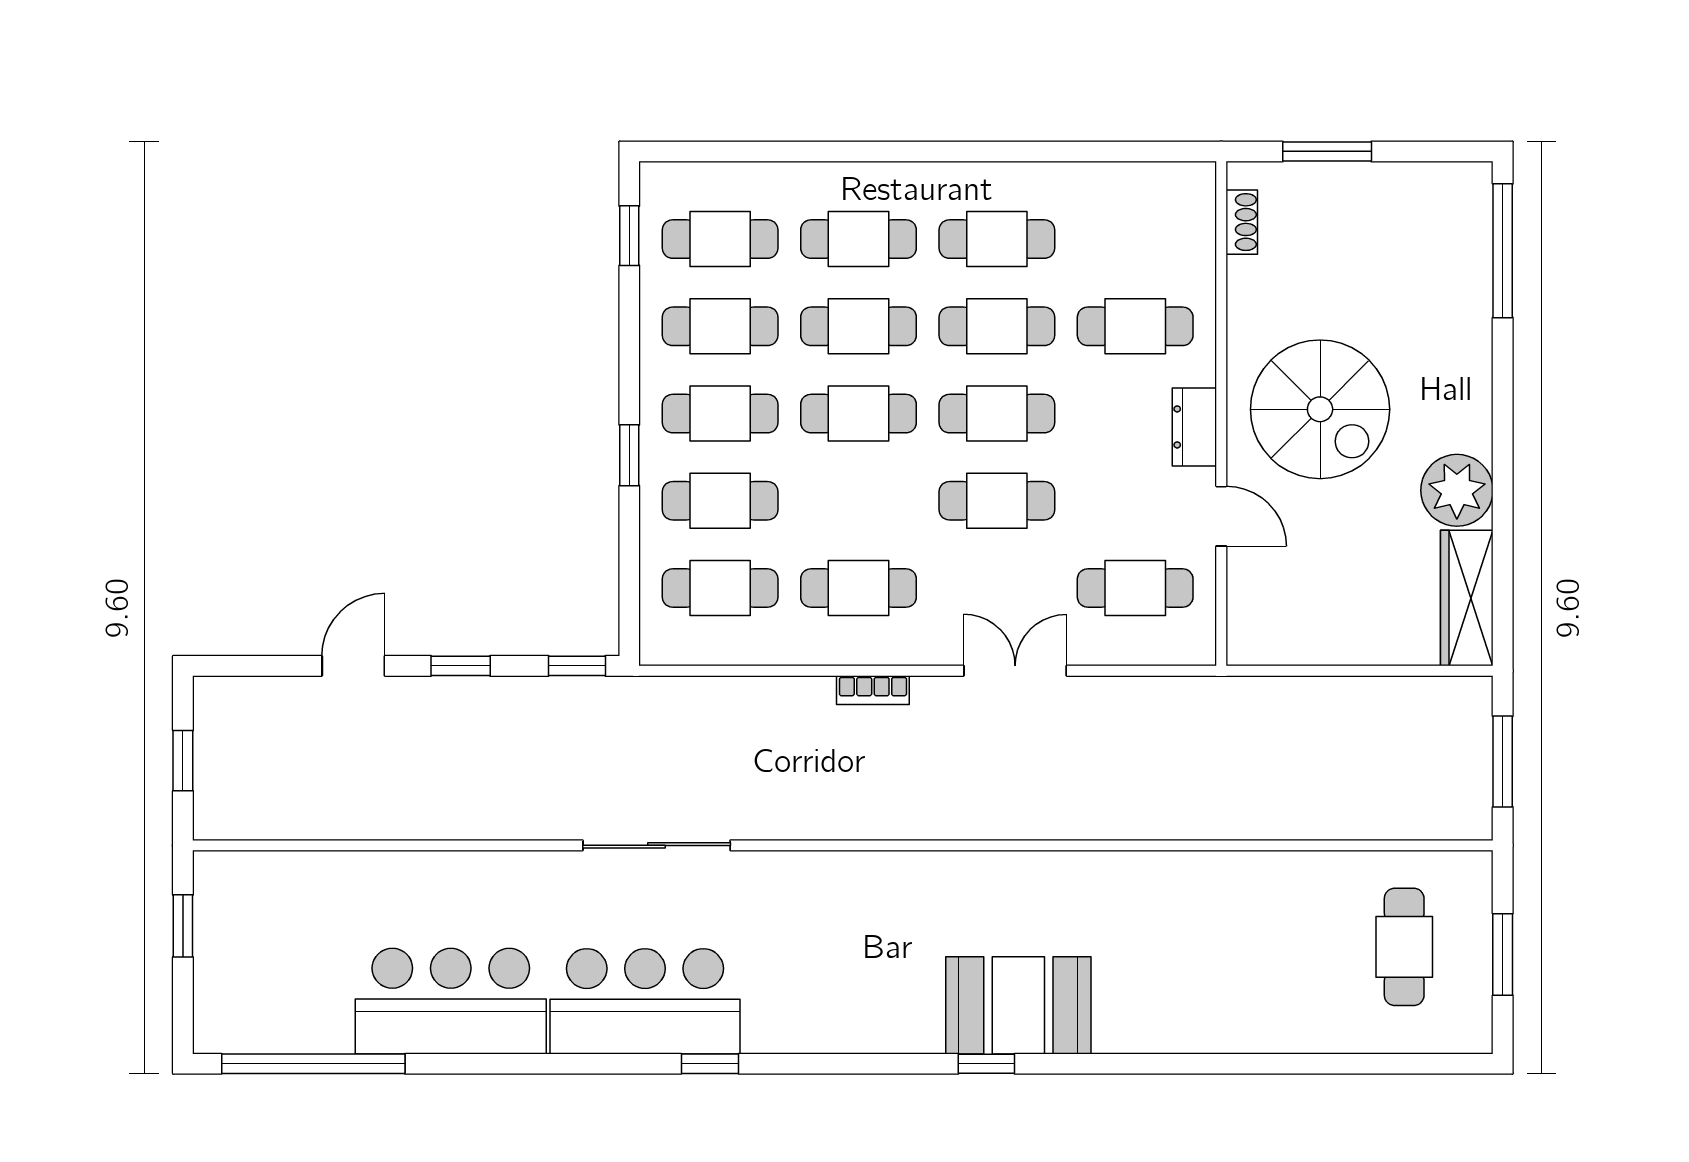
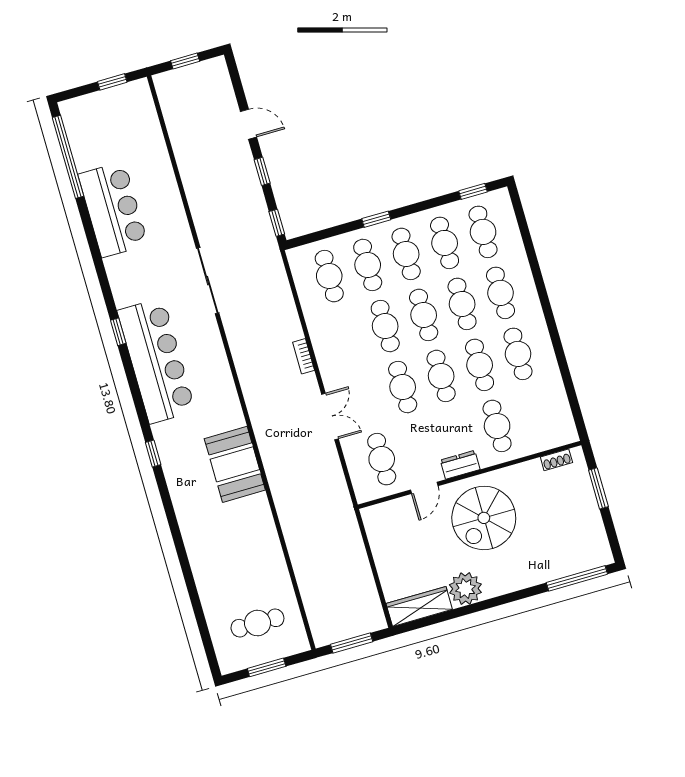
cafe table: (858, 588) -> (385, 326), moved
bar counter: (645, 1001) -> (156, 361), moved, width x1.36
booth: (1018, 1005) -> (235, 464), moved

